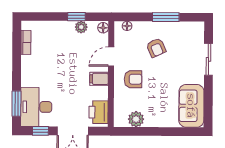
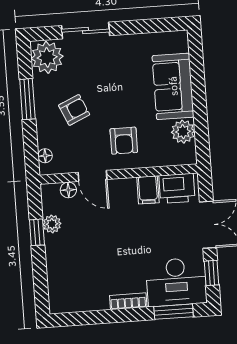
floor lamp: (103, 28) -> (68, 190), moved
plant: (192, 32) -> (47, 57), added
bookcase: (26, 42) -> (128, 301), moved
filing cabinet: (99, 79) -> (148, 190), moved
armchair: (133, 79) -> (124, 141), turned 180
sofa: (191, 106) -> (173, 86), moved, turned 90

